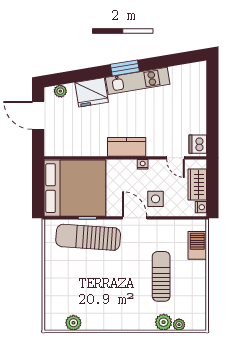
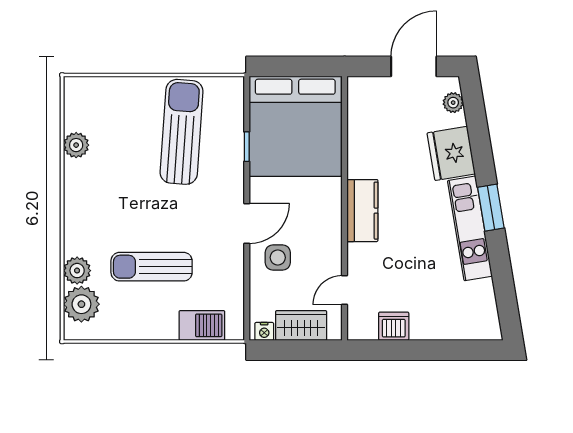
dishwasher: (198, 144) -> (394, 326), moved
nightstand: (143, 164) -> (334, 237), removed
sun lounger: (88, 237) -> (182, 132), moved
sun lounger: (161, 276) -> (152, 267), turned 180
plant: (73, 323) -> (76, 145), moved
plant: (179, 325) -> (81, 304), width x1.88, depth x1.88

